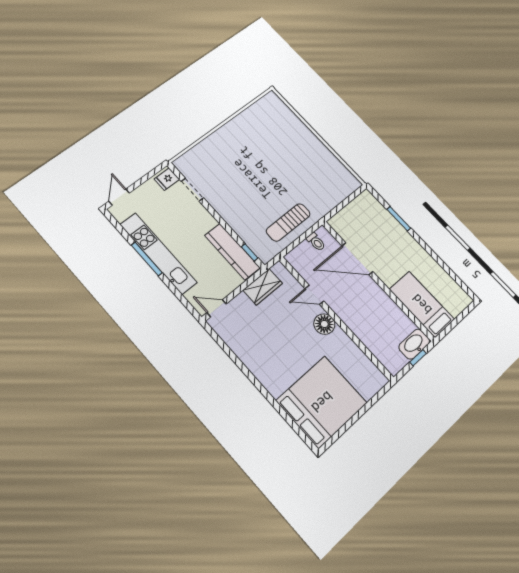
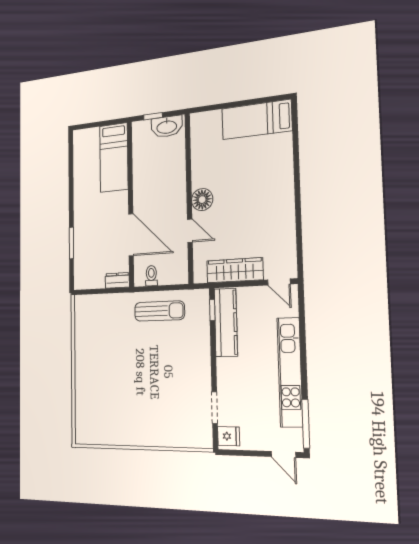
door: (119, 197) -> (283, 454), hinge flipped
dresser: (339, 219) -> (117, 280), added
window: (147, 259) -> (306, 424), moved
wardrobe: (263, 287) -> (235, 270), width x1.50
washbasin: (414, 344) -> (167, 127), moved
bed: (322, 402) -> (257, 120), width x0.49

